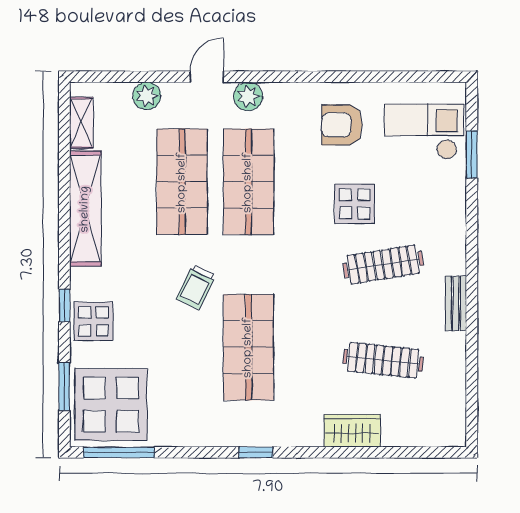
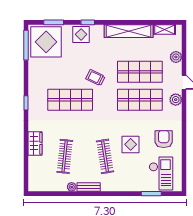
plant: (456, 344) -> (72, 187), added

